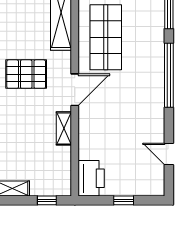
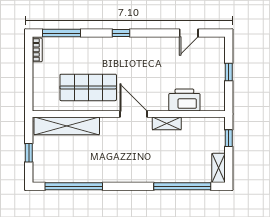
pallet: (26, 74) -> (120, 156), removed
window: (169, 75) -> (121, 33), width x0.32
printer: (91, 178) -> (184, 100), moved

